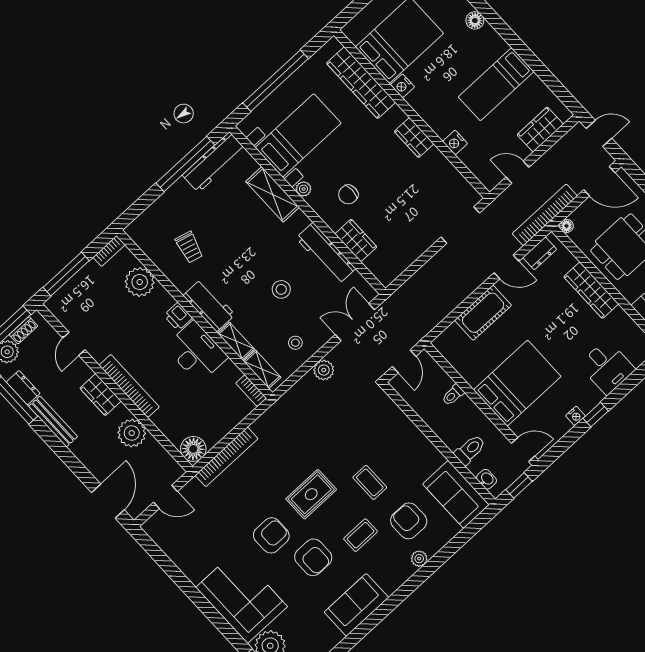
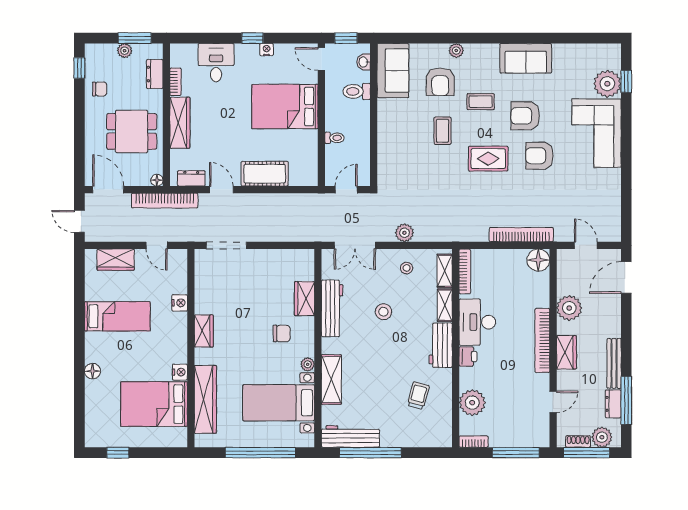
bookcase: (626, 321) -> (175, 82), added
bookcase: (251, 391) -> (465, 271), width x1.56
armchair: (313, 557) -> (525, 116), turned -90

